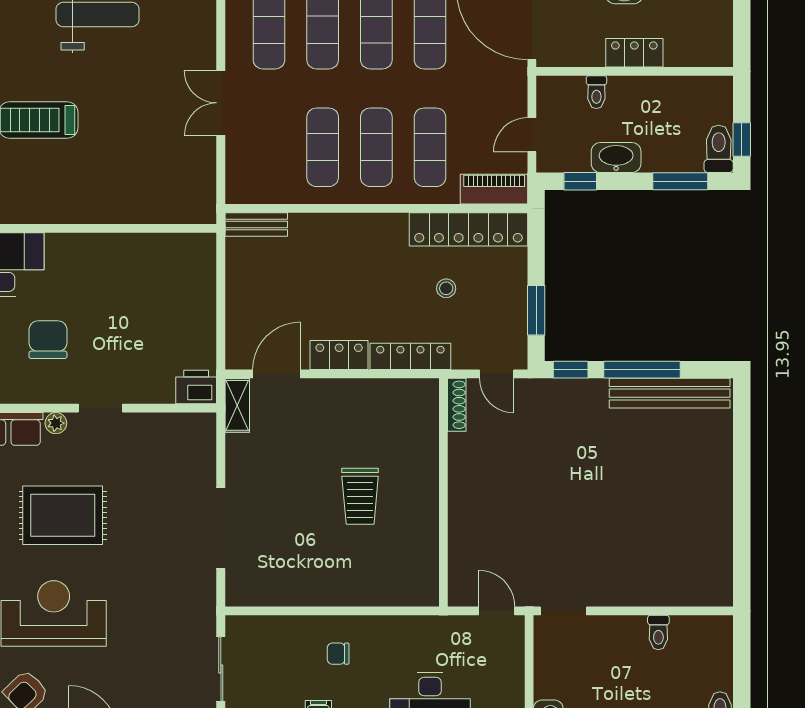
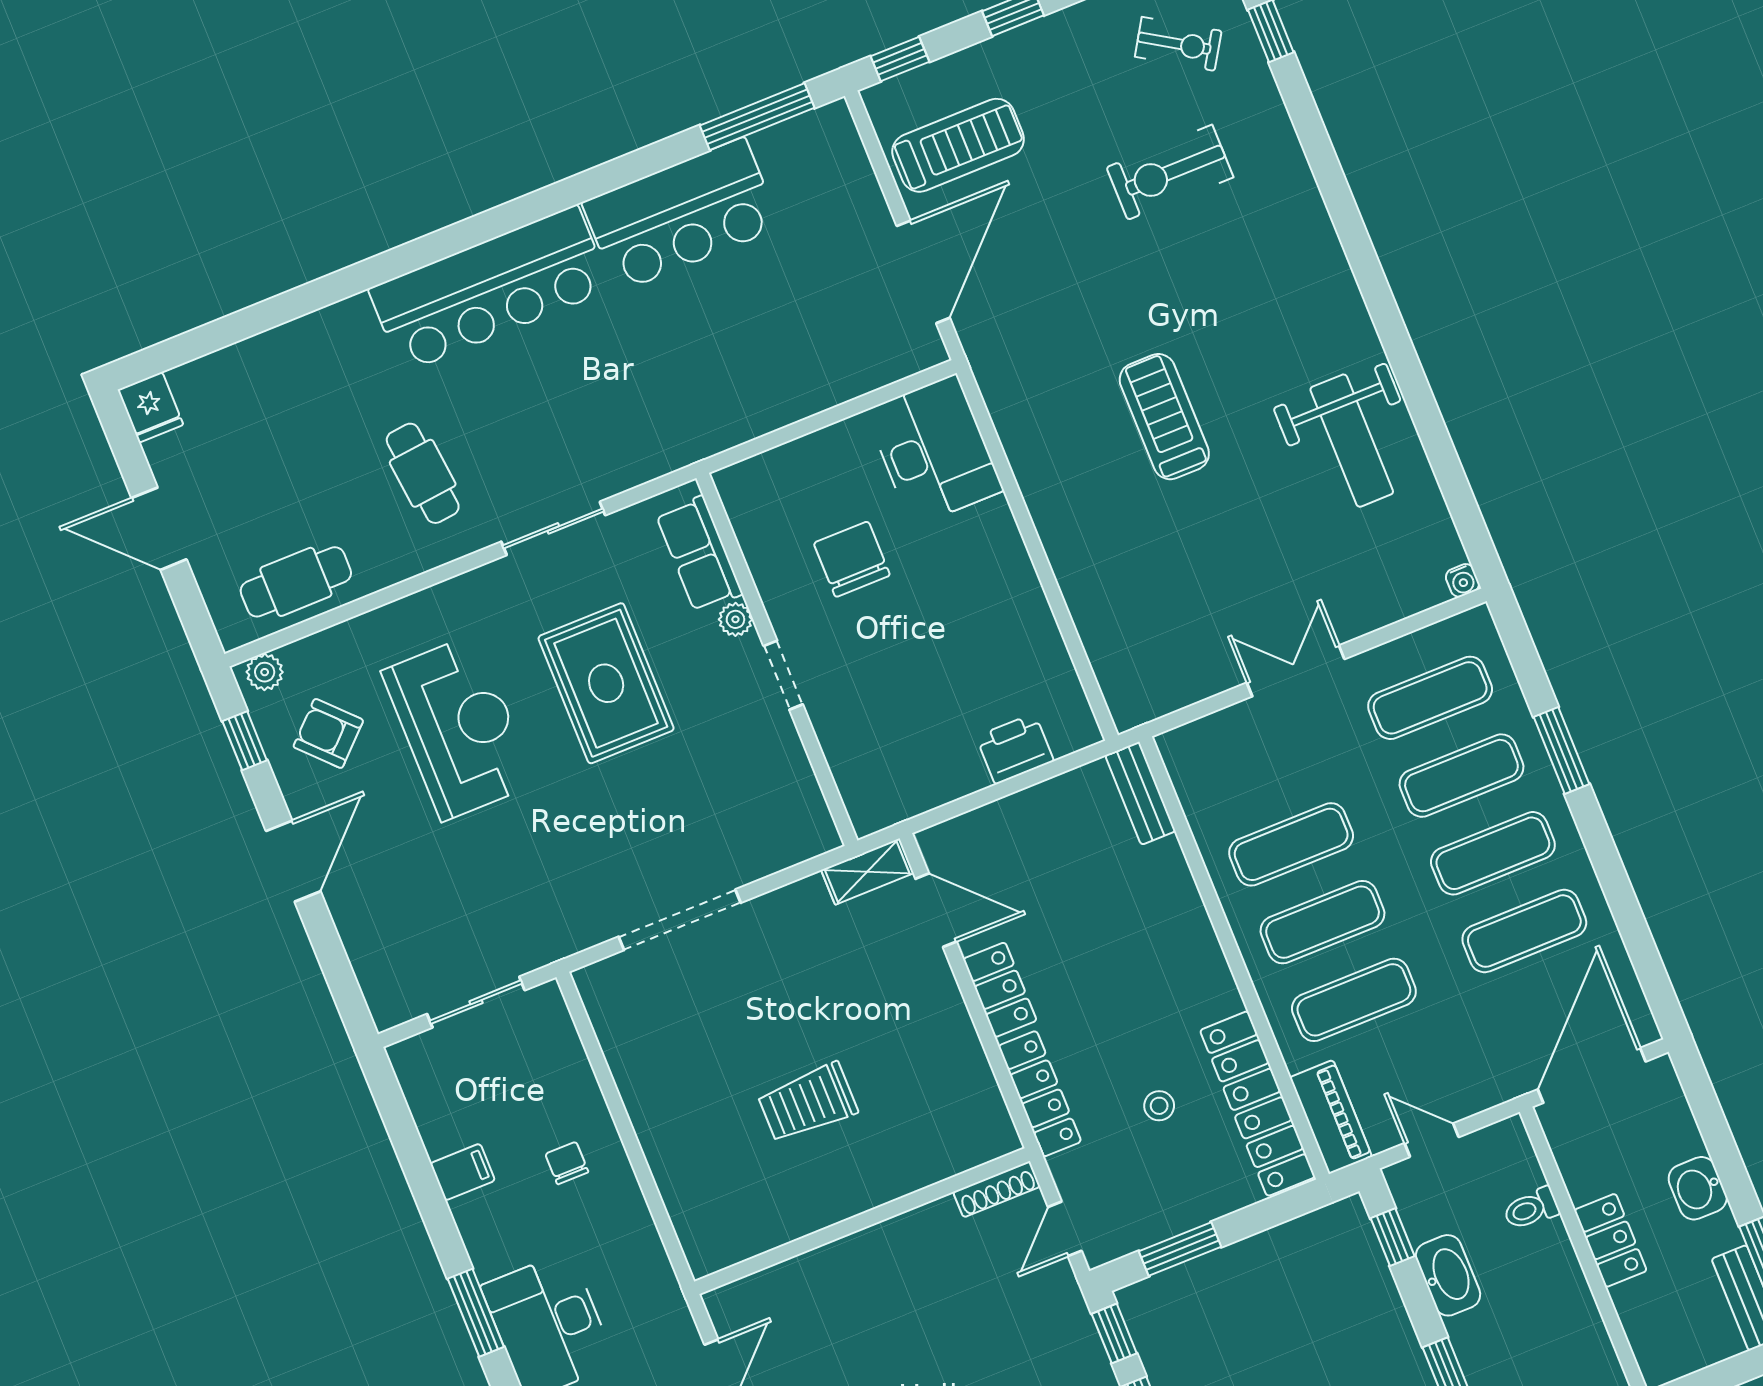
chair: (48, 340) -> (852, 559), turned -90
printer: (196, 387) -> (1015, 749), moved, turned -90

